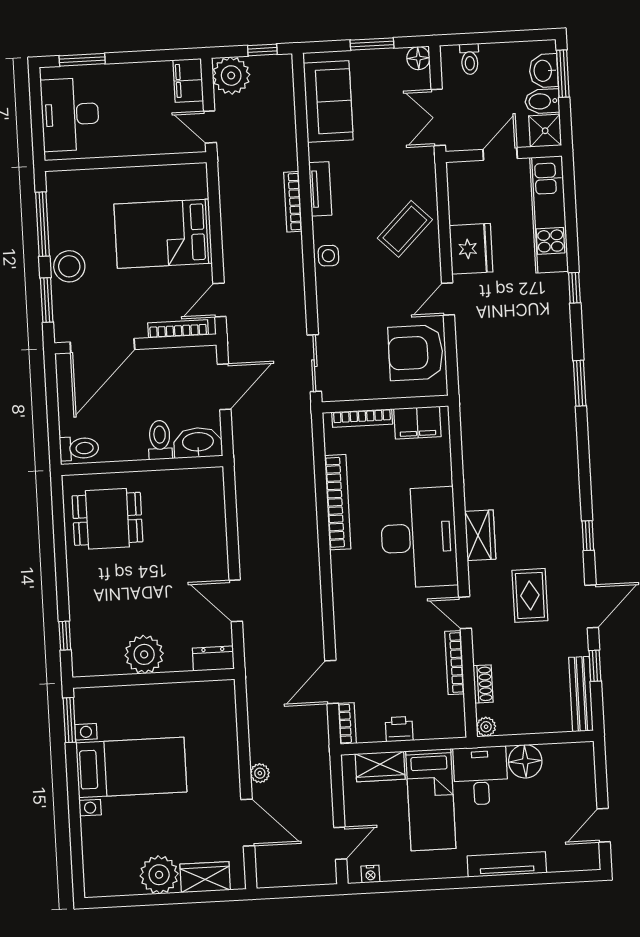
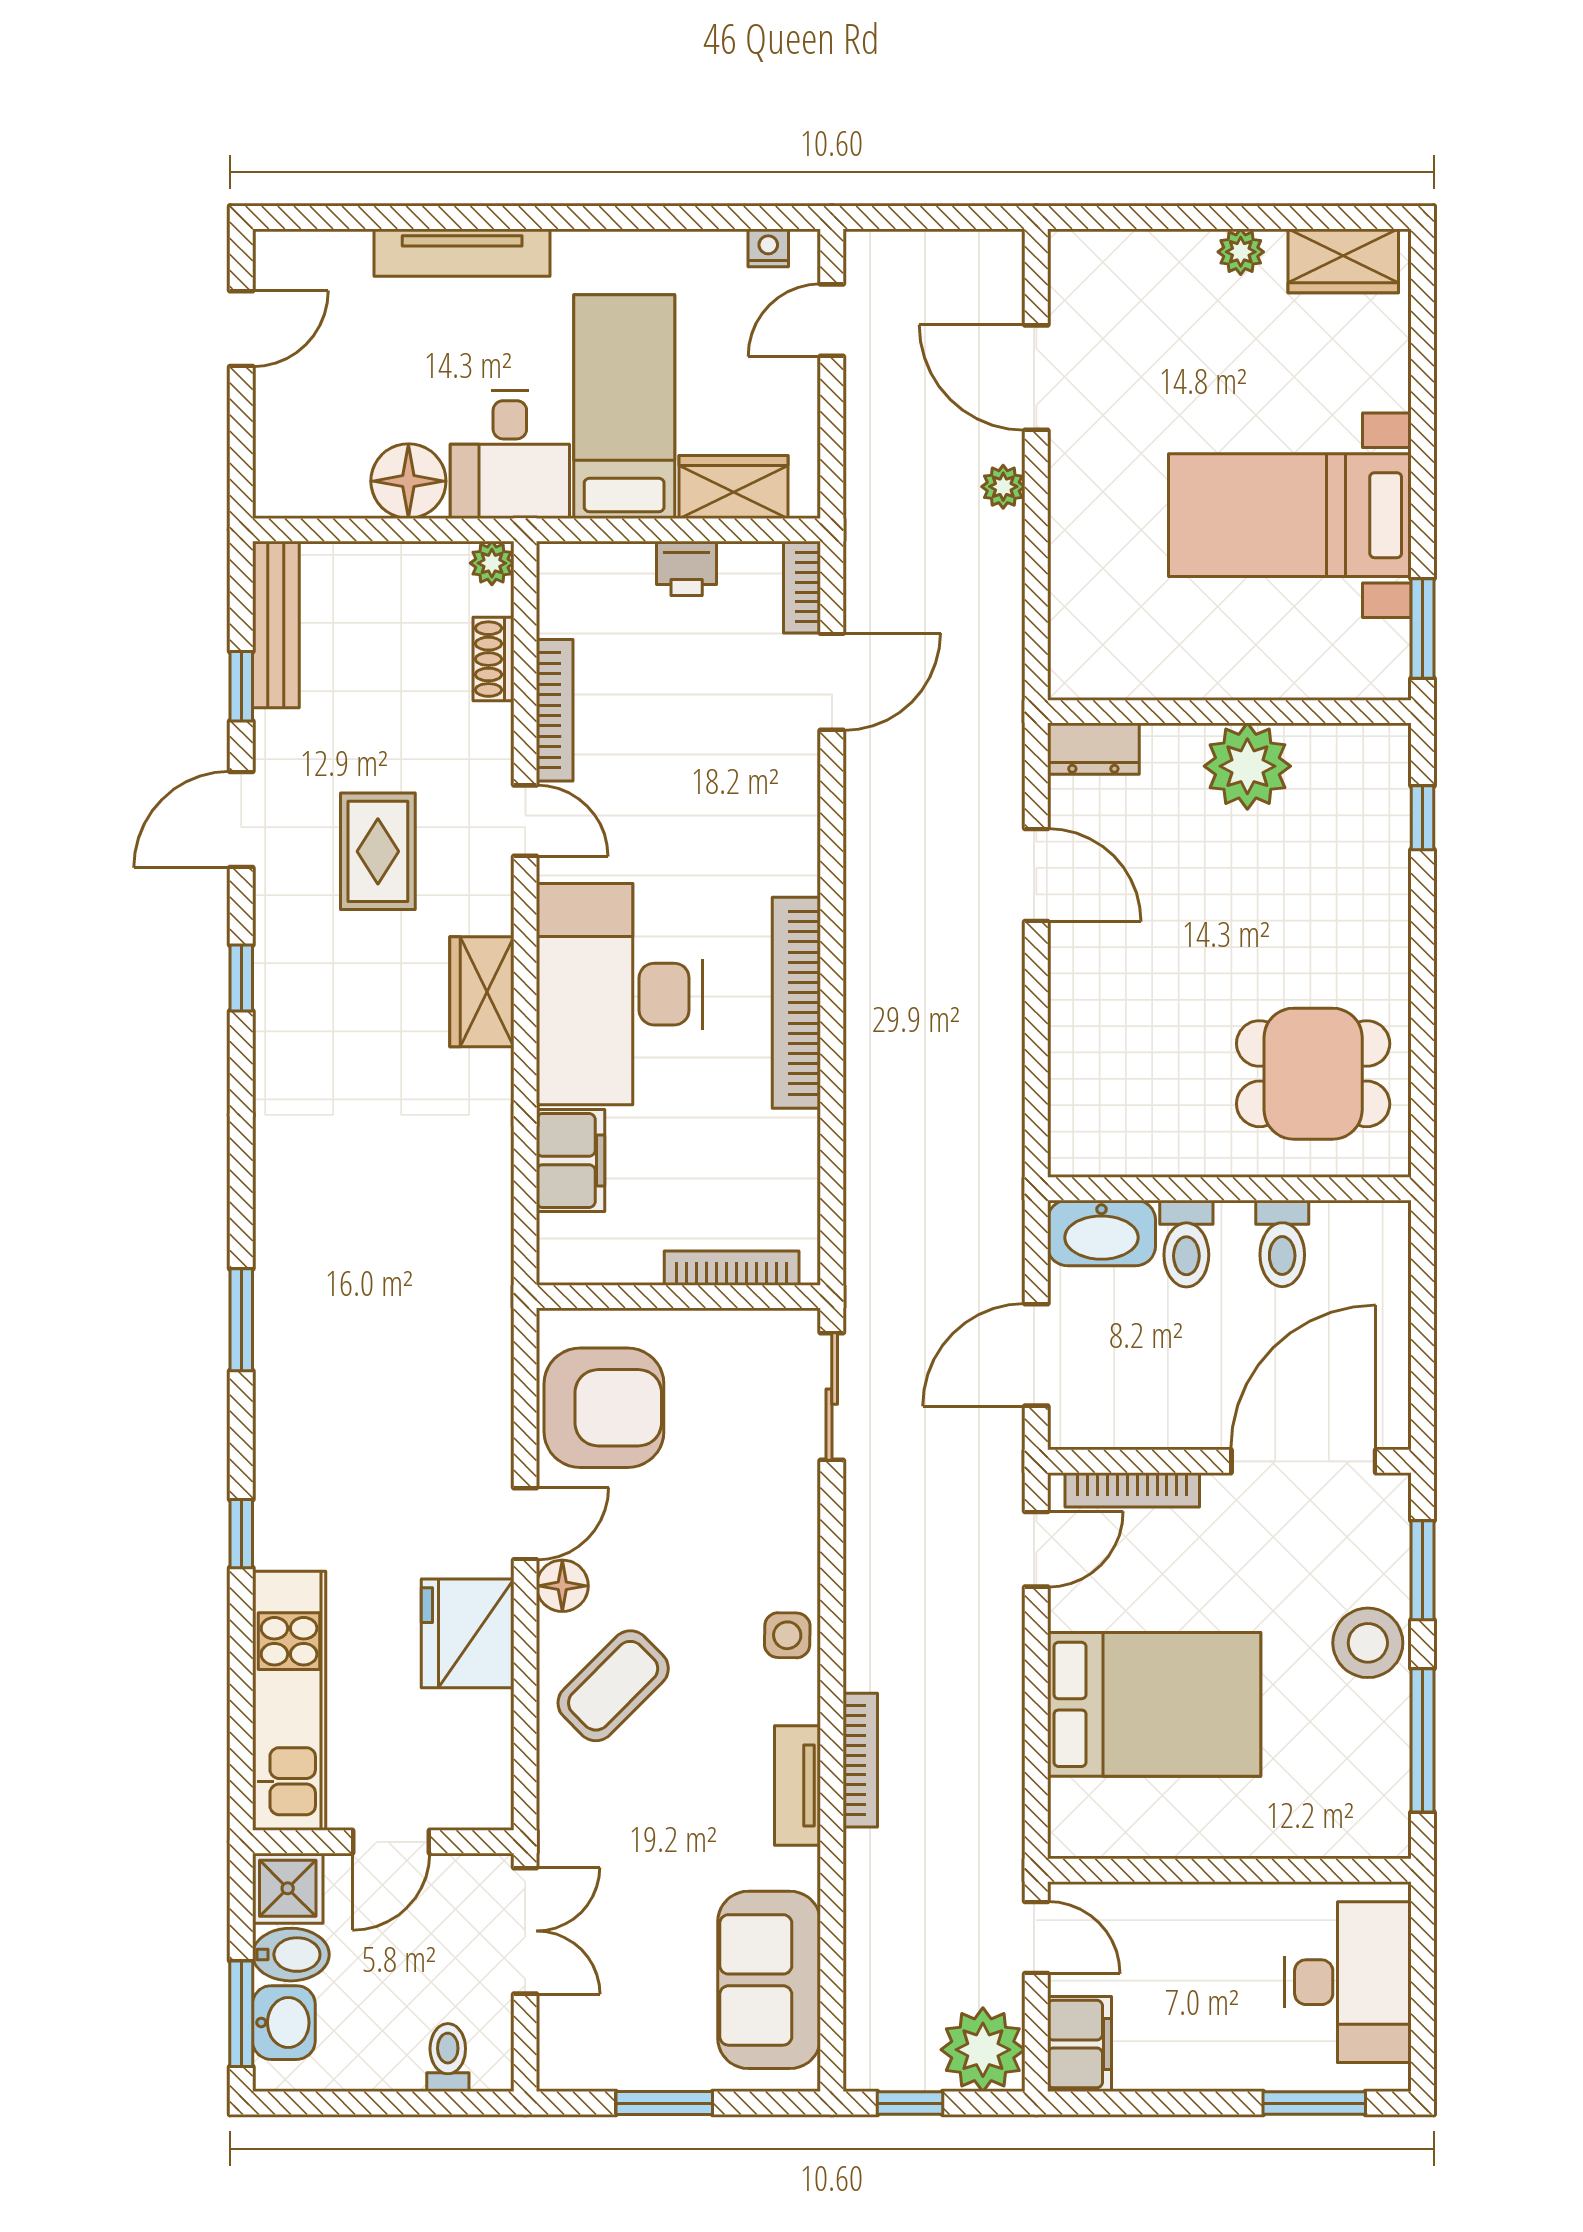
floor lamp: (418, 58) -> (562, 1586), moved
filing cabinet: (417, 423) -> (571, 1160), moved, turned 90
toilet: (79, 448) -> (1282, 1243), moved, turned -90
bookcase: (338, 502) -> (796, 1003), moved
plant: (159, 875) -> (1241, 252), width x0.53, depth x0.53
wardrobe: (205, 877) -> (1343, 261), moved

